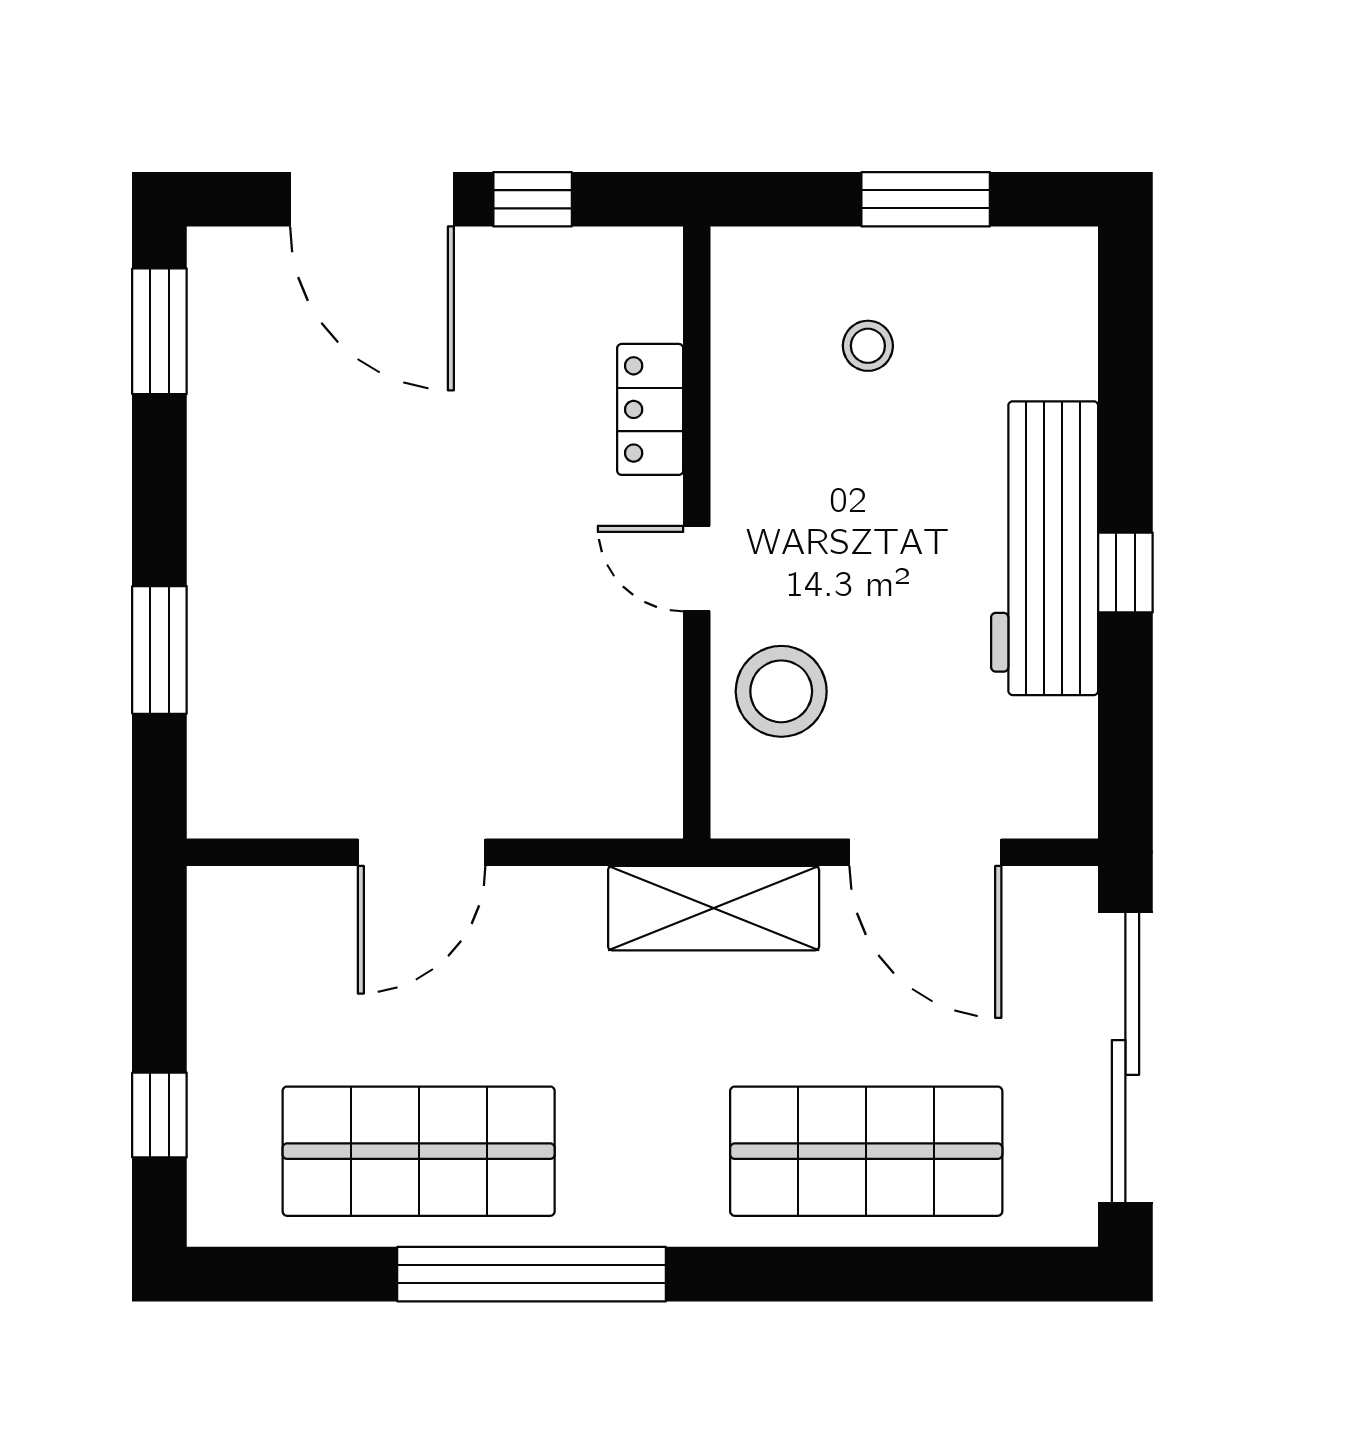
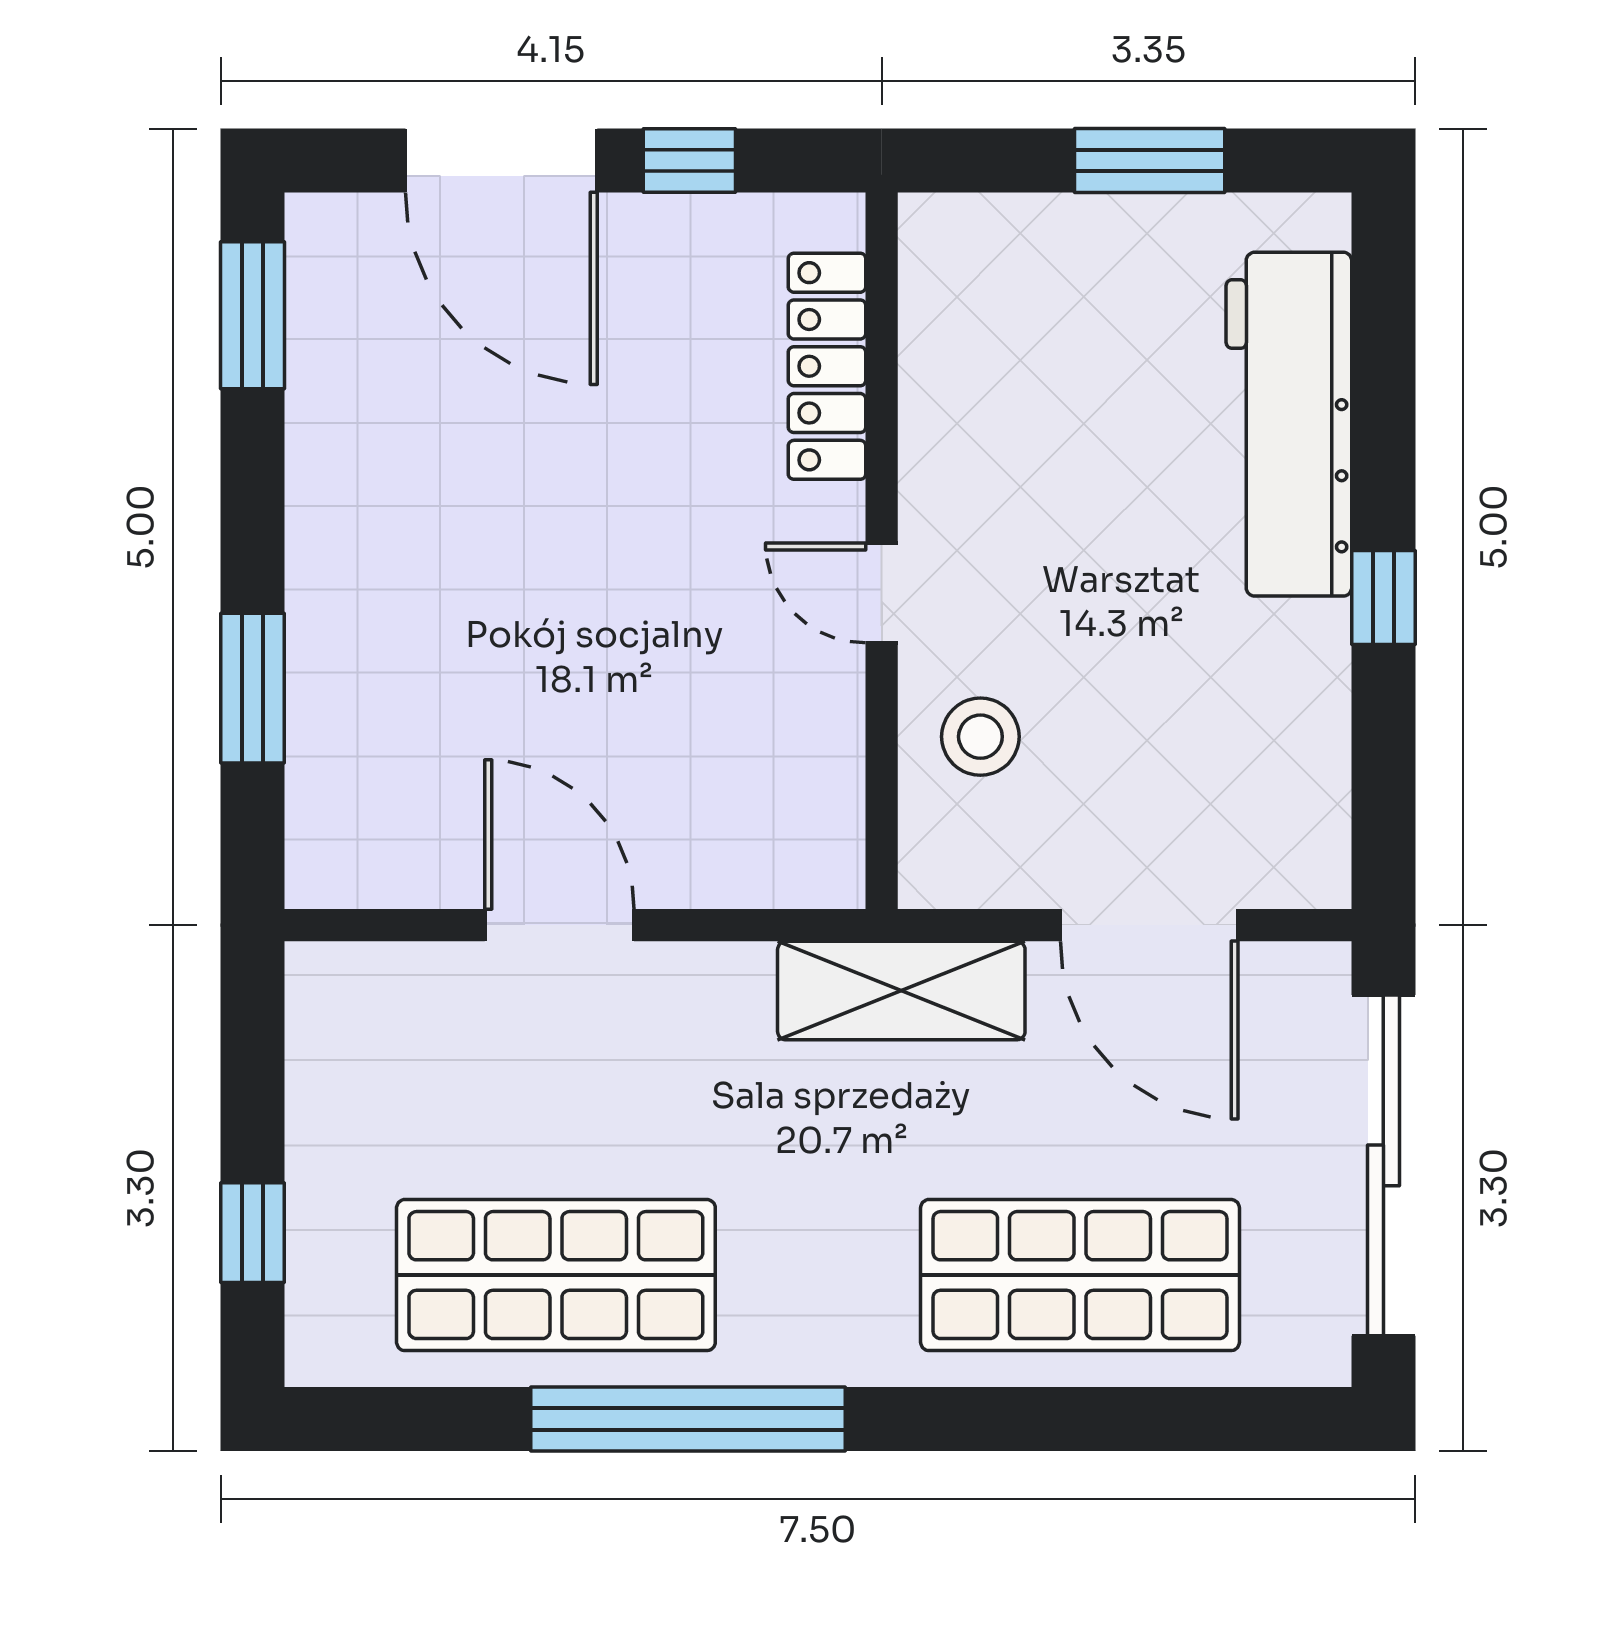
stool: (868, 346) -> (1082, 332), removed
locker: (650, 409) -> (827, 366), width x1.53
workbench: (1045, 548) -> (1289, 424), moved
stool: (781, 691) -> (980, 737), width x0.73, depth x0.73
door: (422, 852) -> (559, 925), swing flipped

